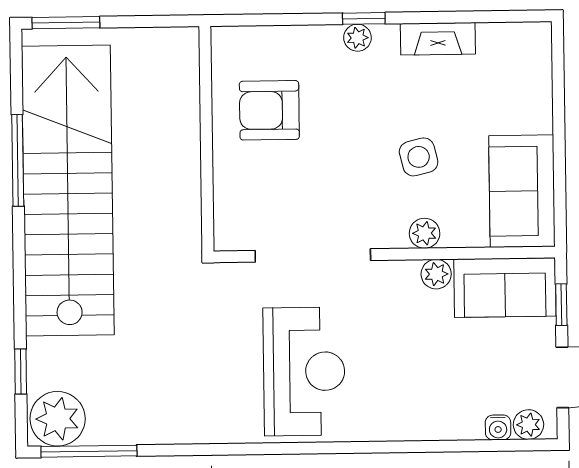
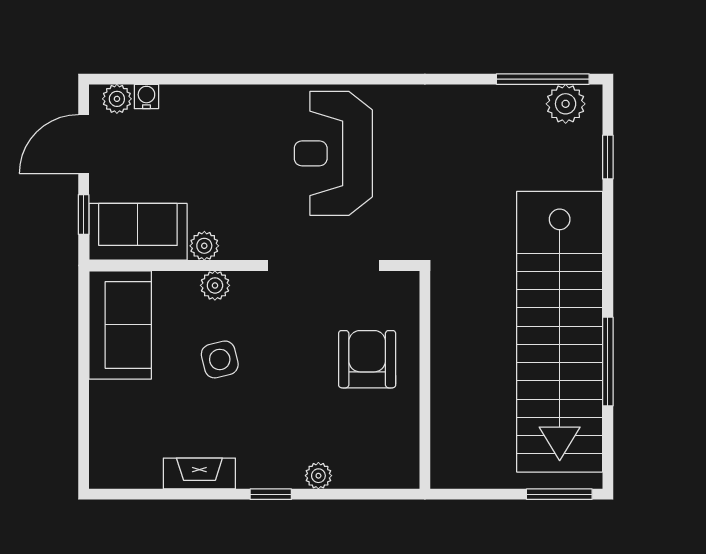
plant: (357, 38) -> (318, 476), moved
armchair: (269, 110) -> (367, 359), moved, turned -90
plant: (58, 419) -> (566, 104), width x0.73, depth x0.73

